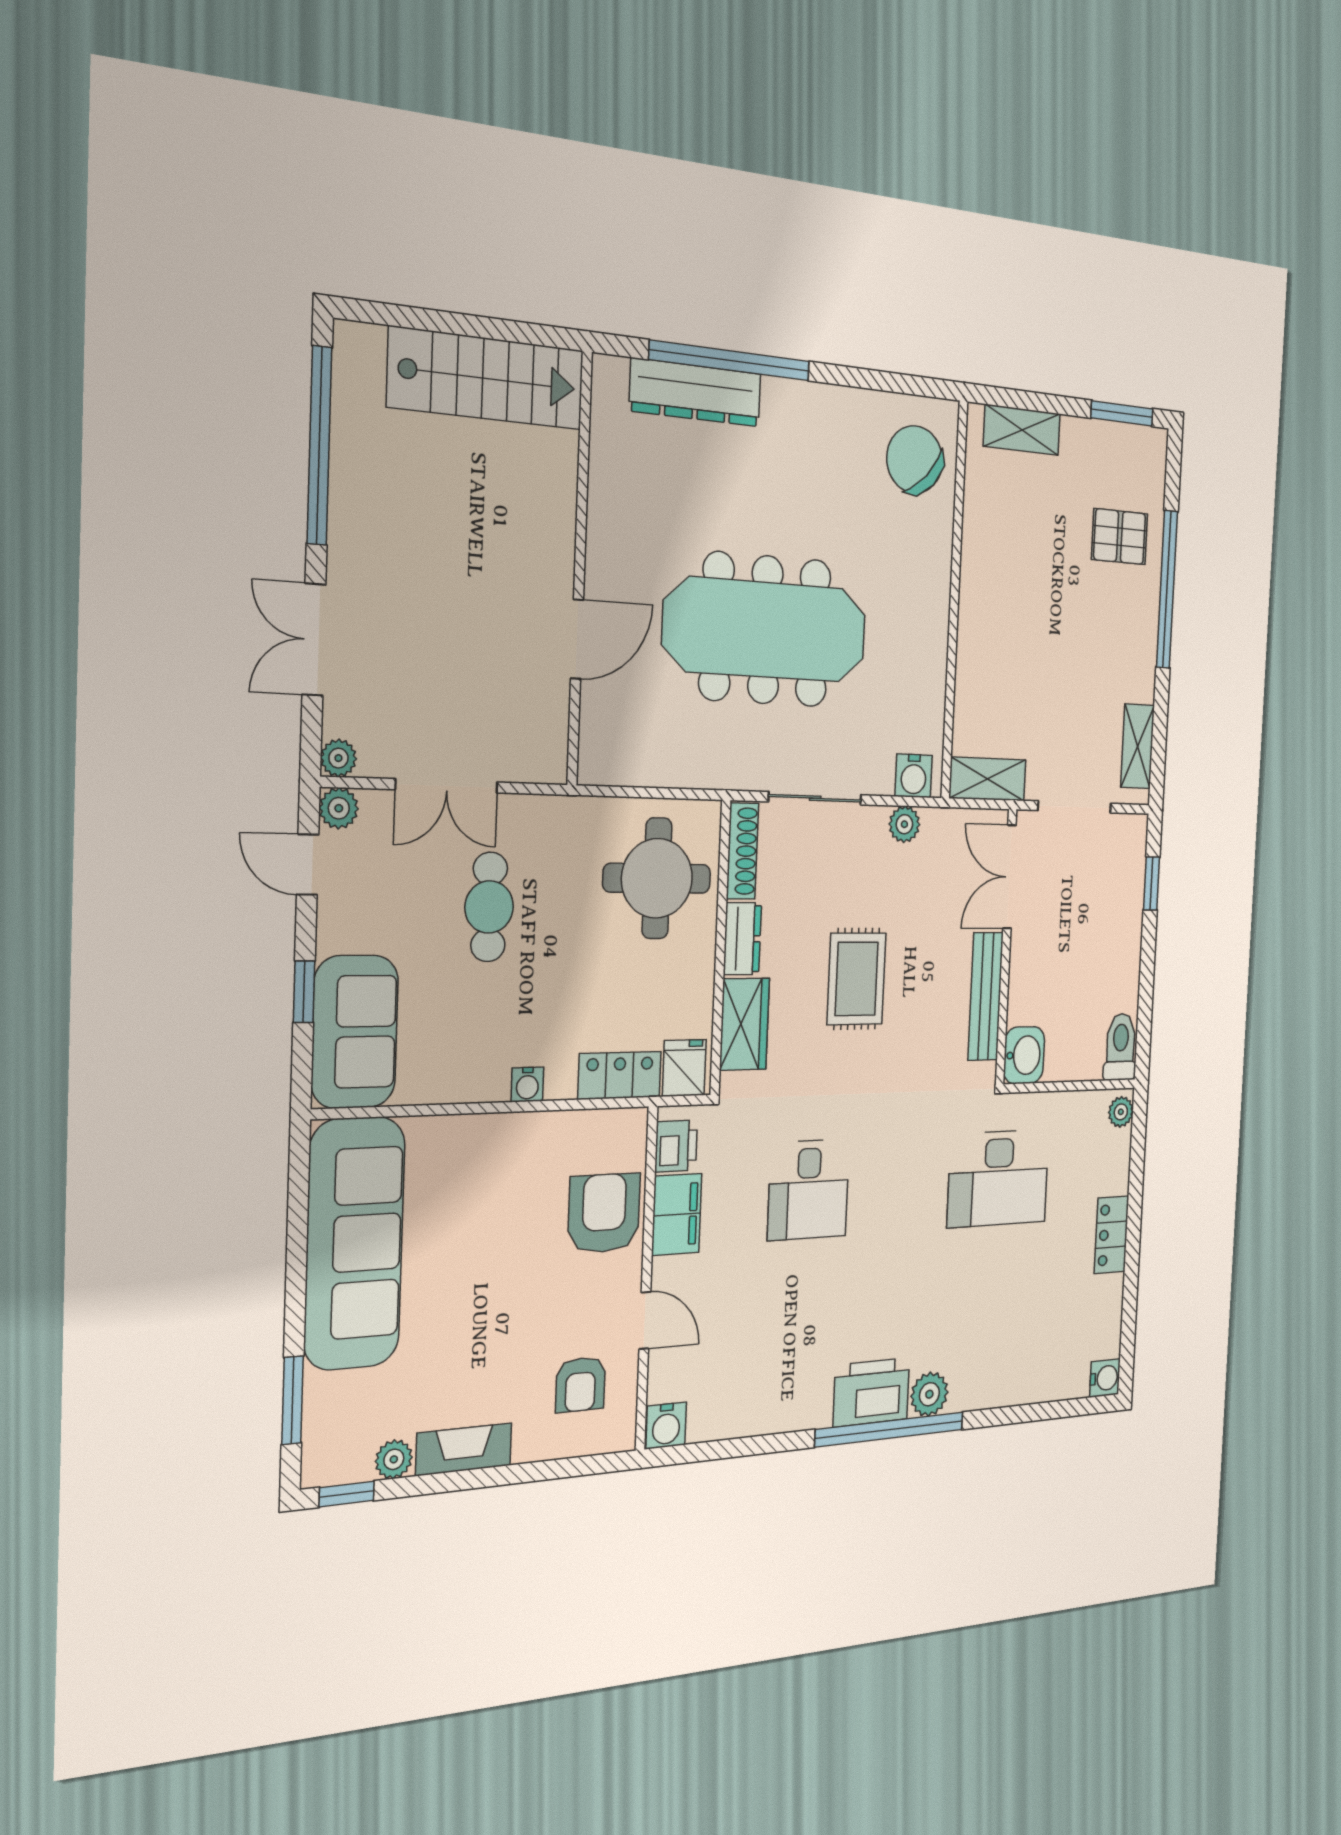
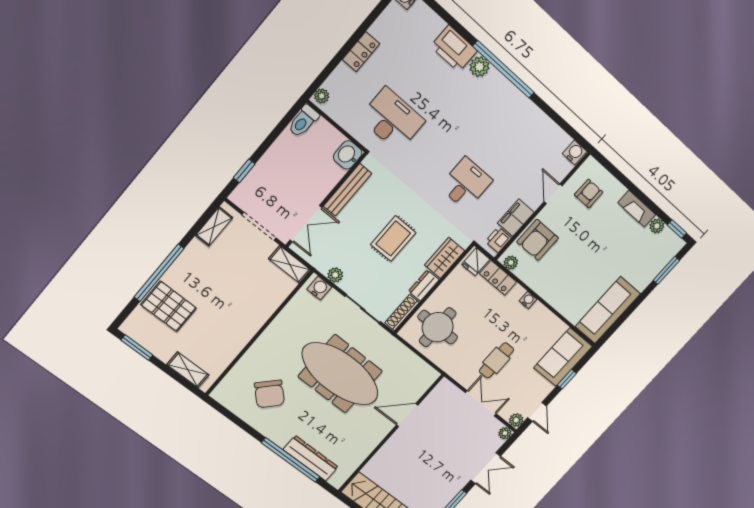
chair: (915, 460) -> (269, 394), moved
pallet: (1120, 537) -> (169, 306), width x1.50, depth x1.42
plant: (619, 1126) -> (511, 263), added
sofa: (355, 1243) -> (608, 310), width x0.74, depth x0.79
printer: (871, 1392) -> (454, 49), moved

